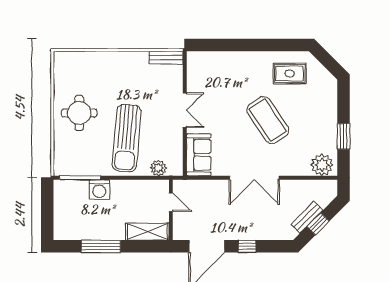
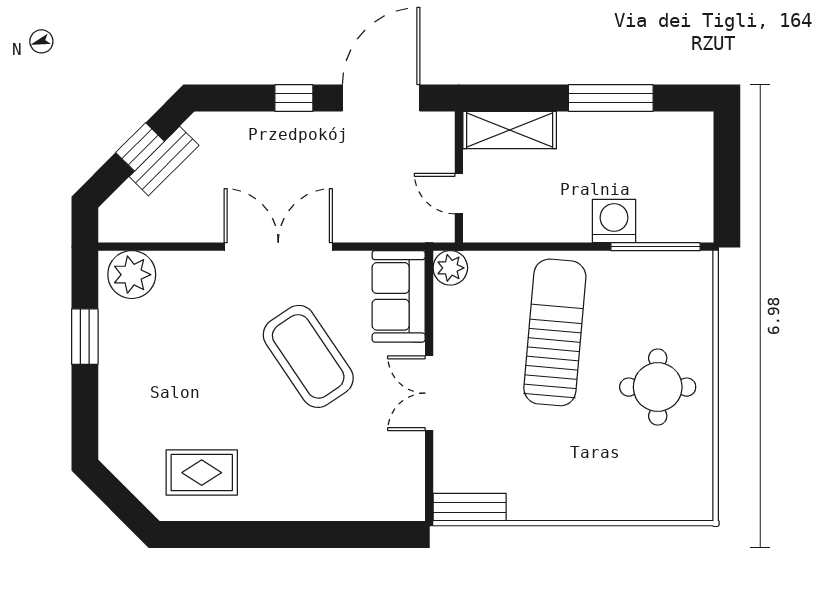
coffee table: (268, 120) -> (308, 356), moved
plant: (158, 168) -> (450, 268), moved

